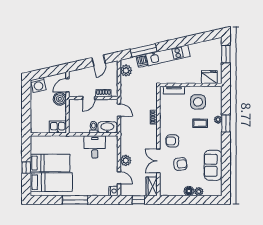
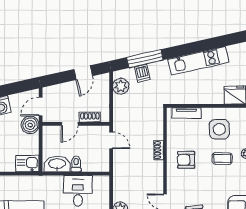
kitchen unit: (168, 55) -> (198, 61), moved
washbasin: (107, 127) -> (57, 164), moved
armchair: (172, 141) -> (186, 160), moved

